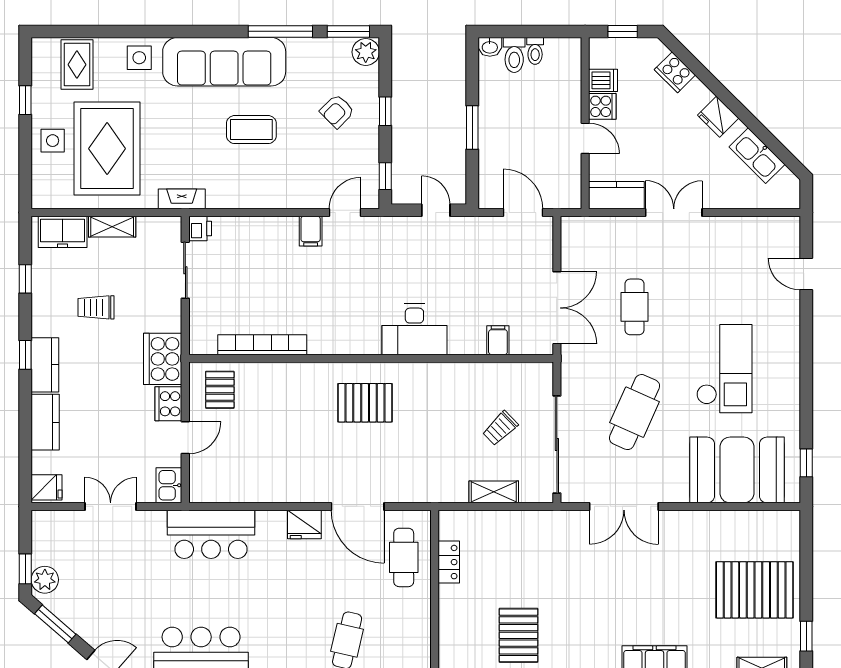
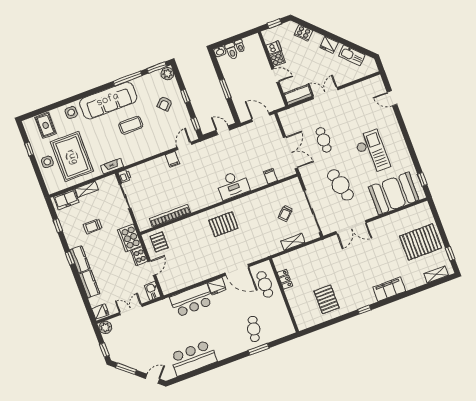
cafe table: (635, 412) -> (340, 185), turned -39
bar counter: (211, 534) -> (192, 300), moved
plant: (45, 580) -> (105, 327), moved

